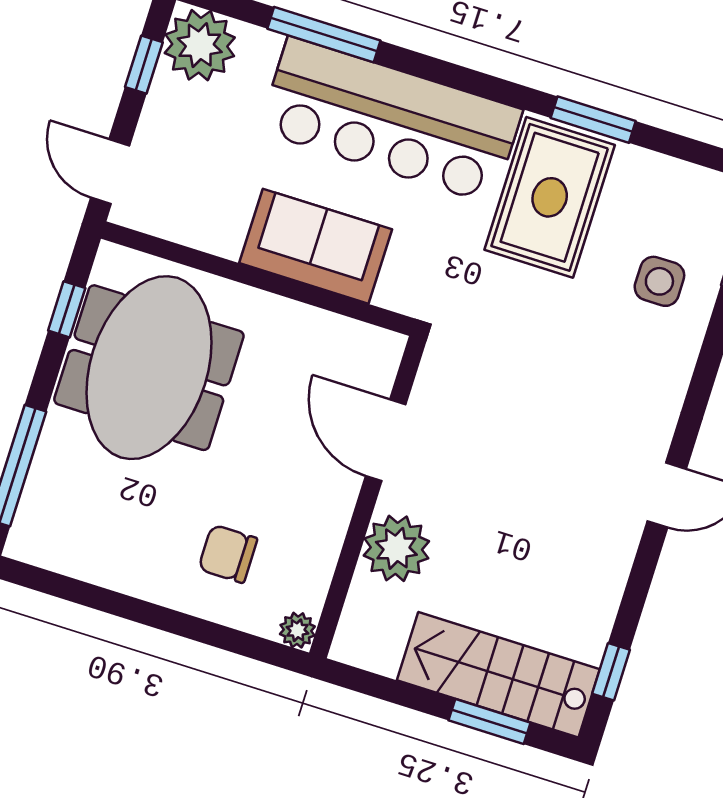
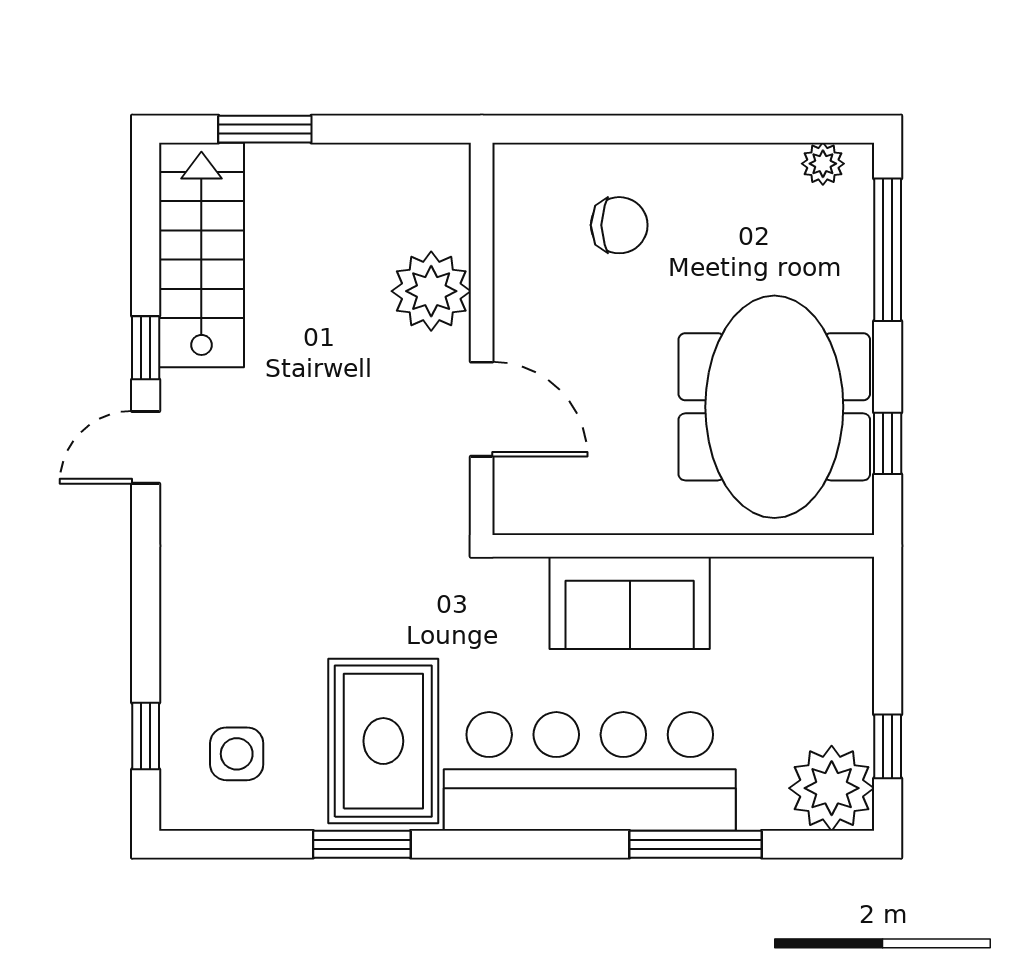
door: (110, 172) -> (888, 614), removed
side table: (659, 281) -> (237, 754), moved
plant: (297, 630) -> (823, 164), moved
window: (611, 672) -> (146, 348), moved
stairs: (498, 675) -> (201, 255), moved, turned -90

